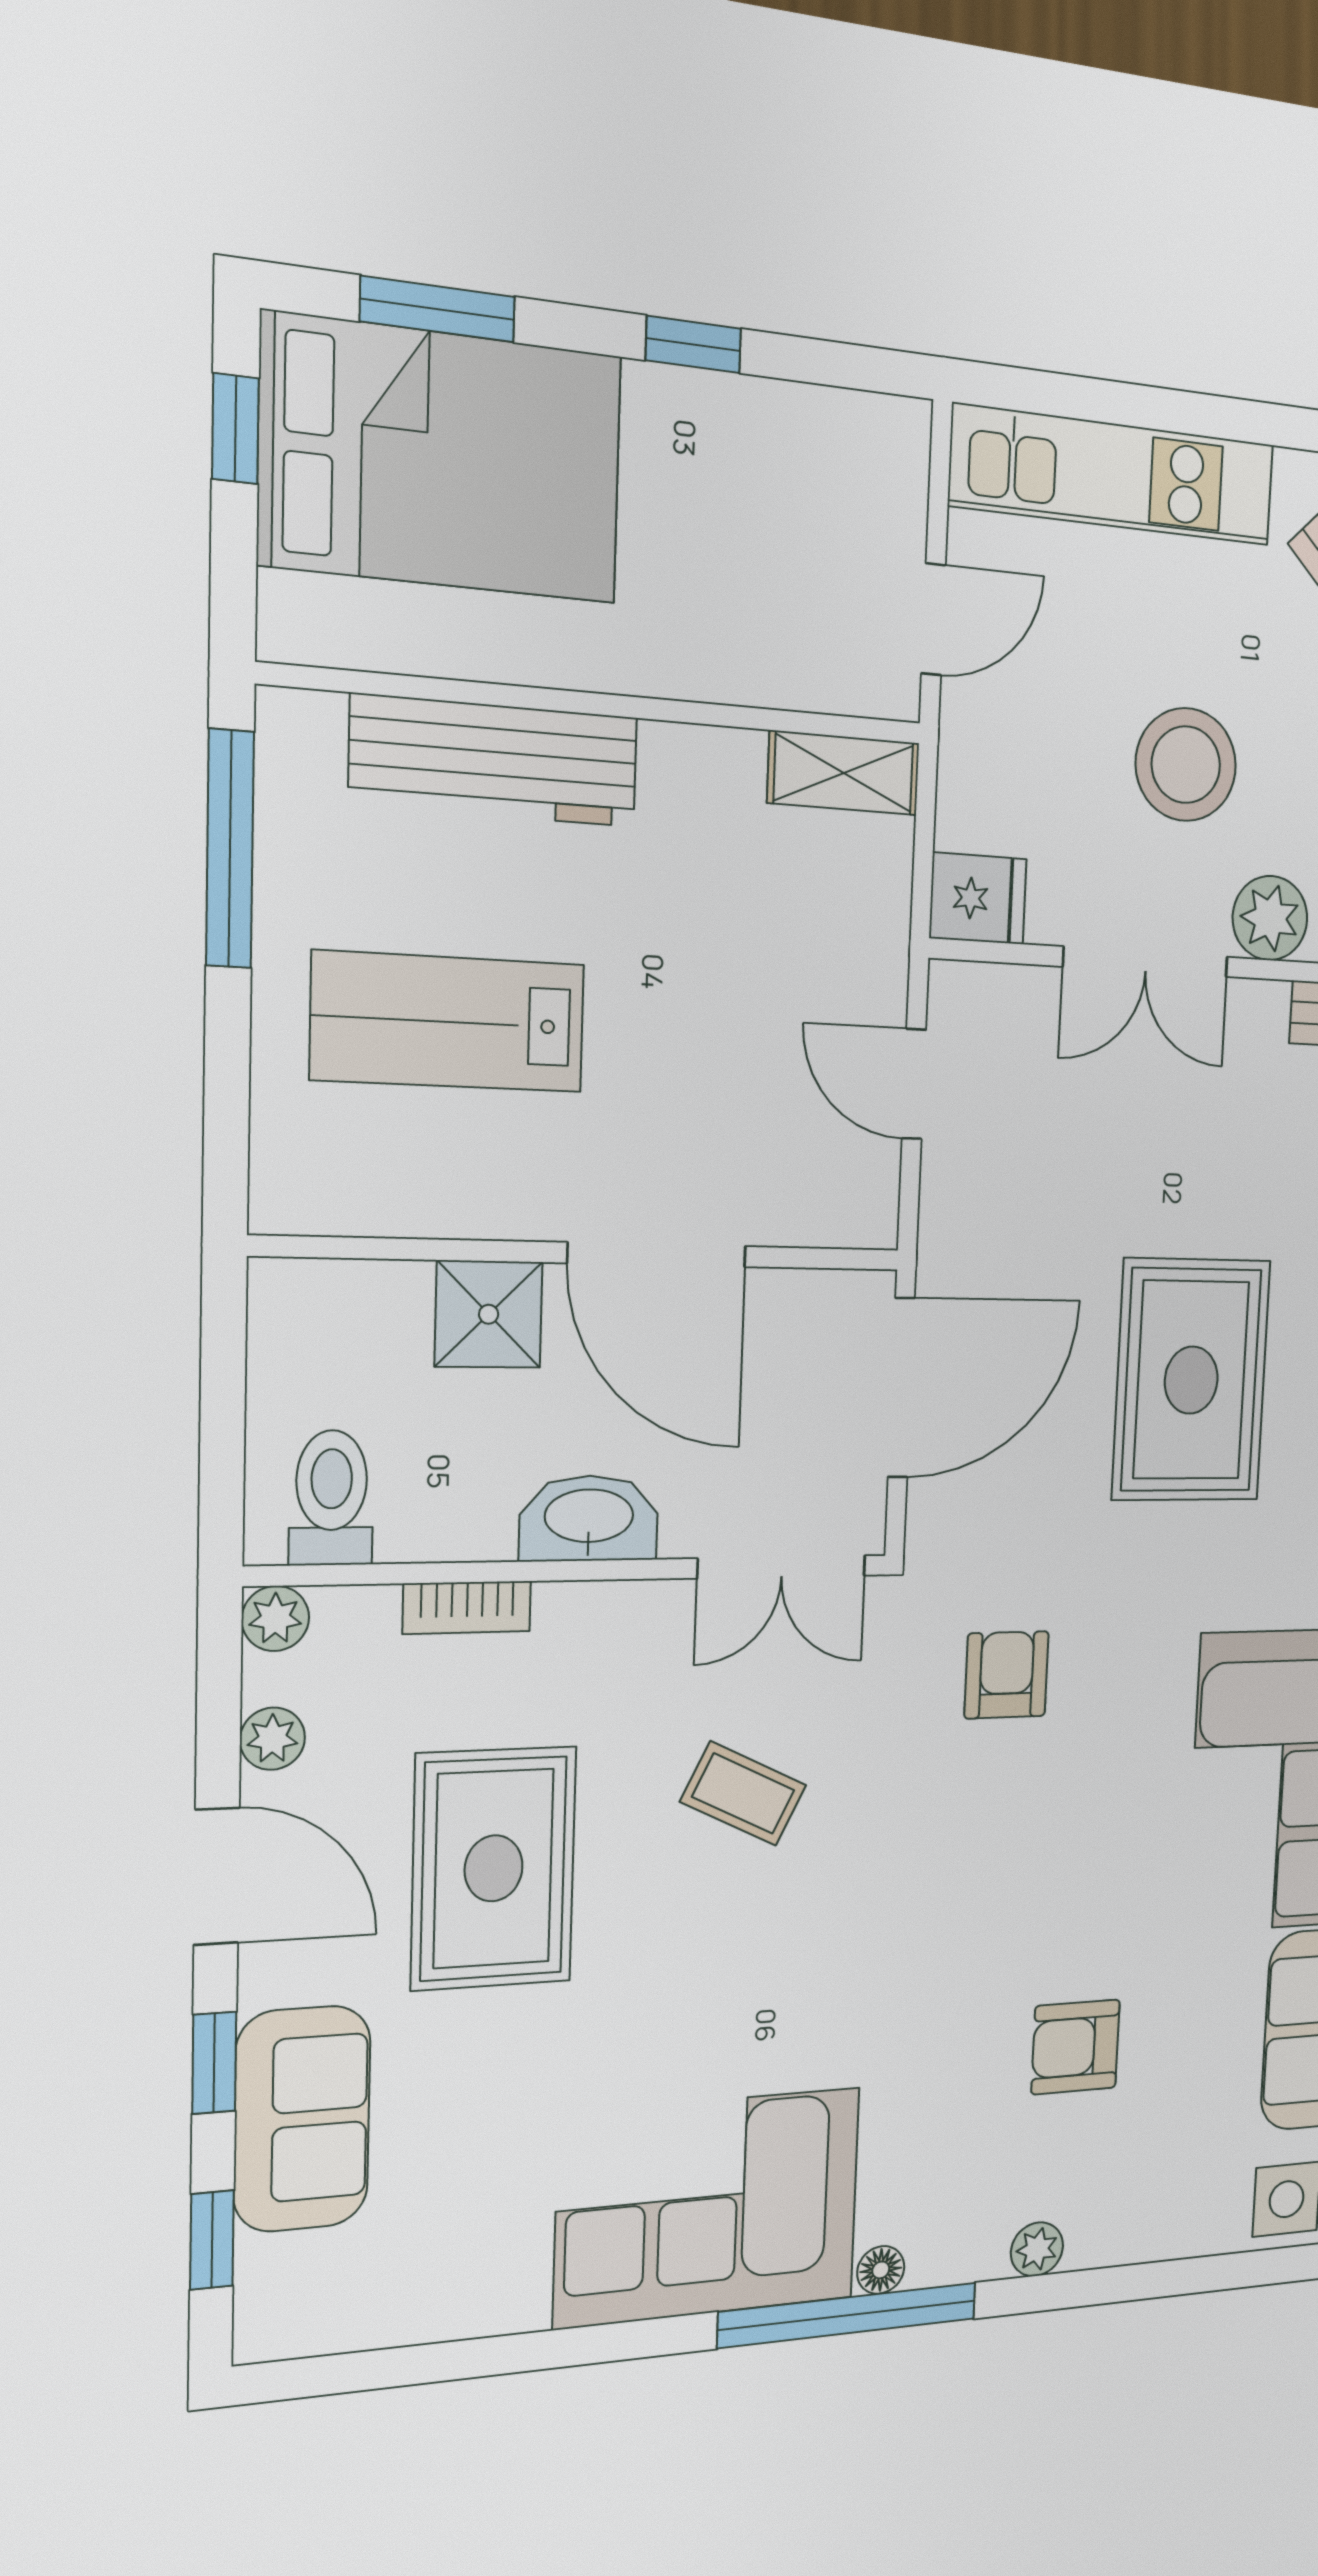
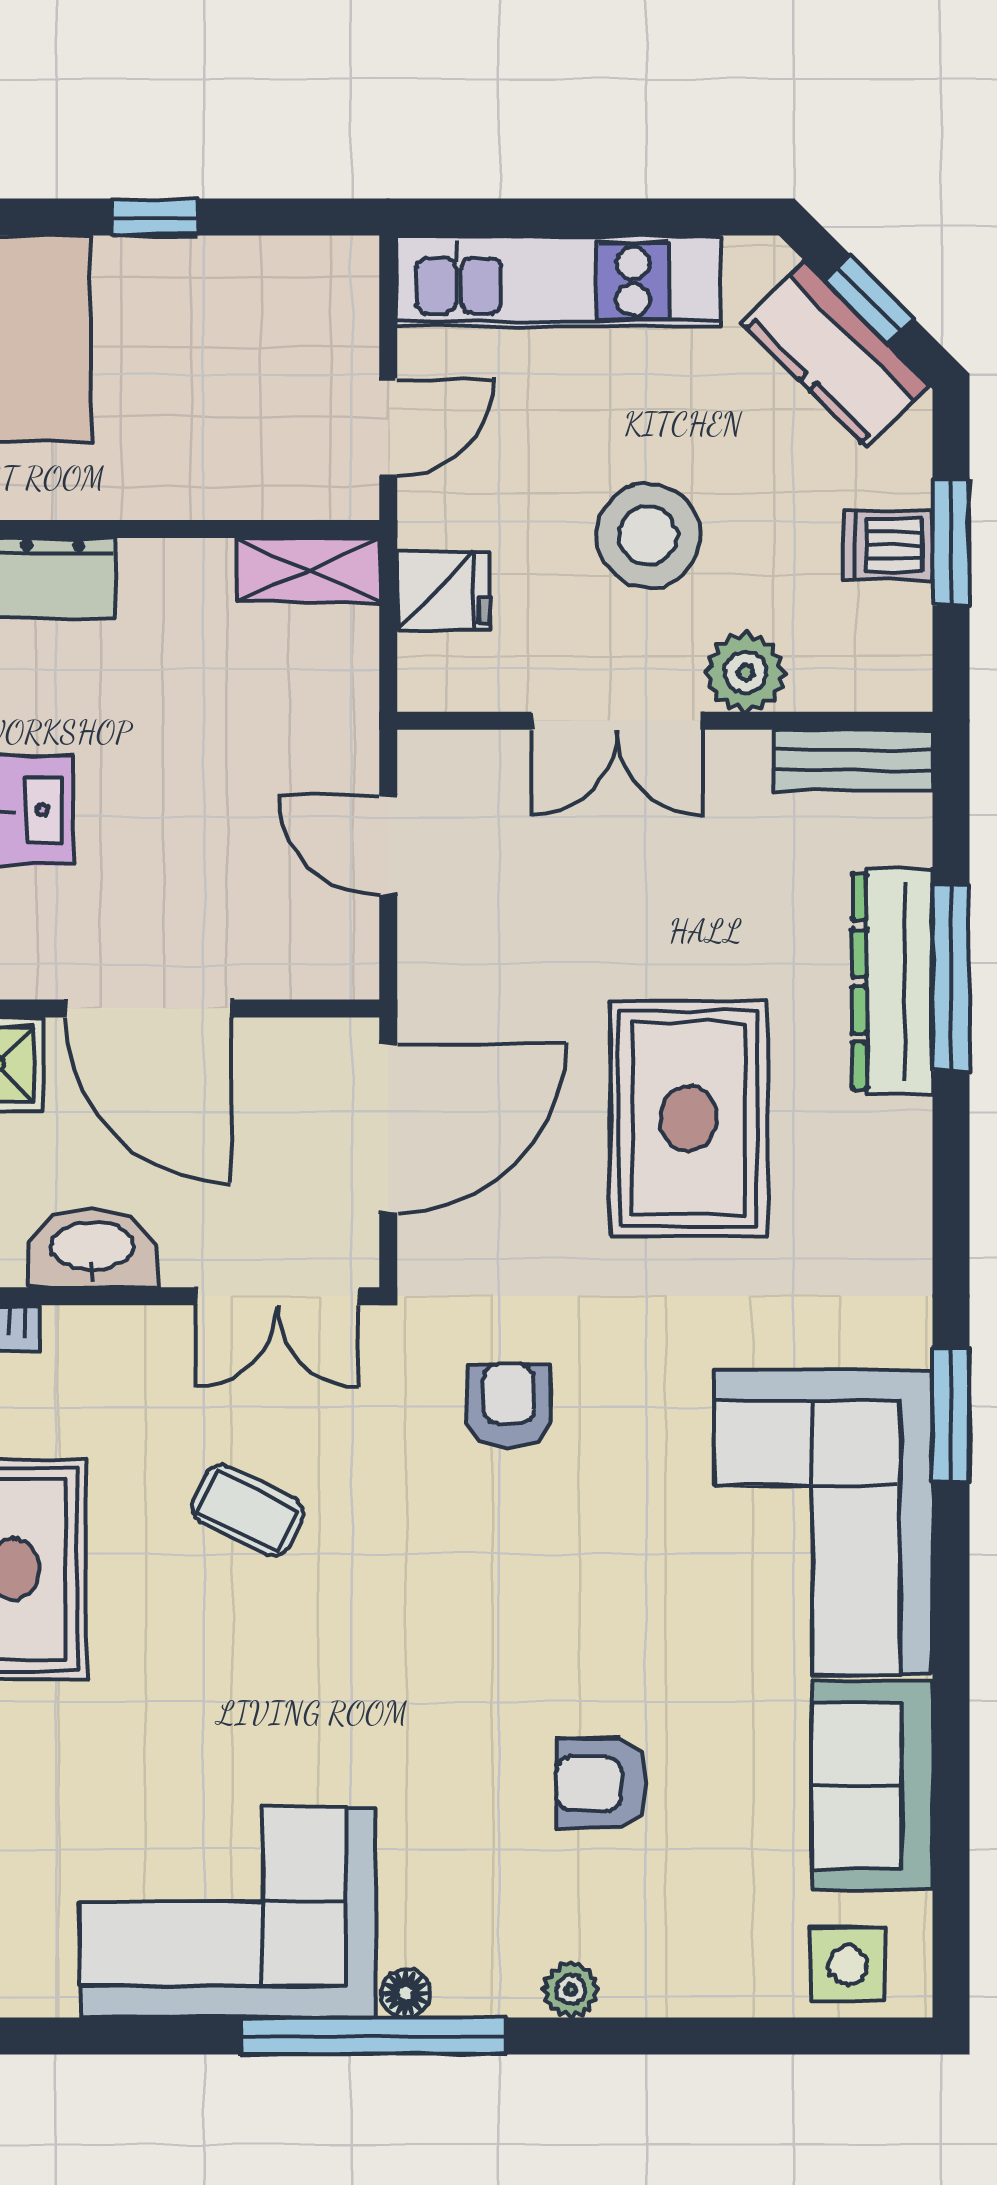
fridge: (978, 898) -> (444, 591), moved

